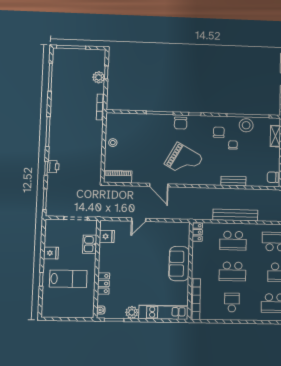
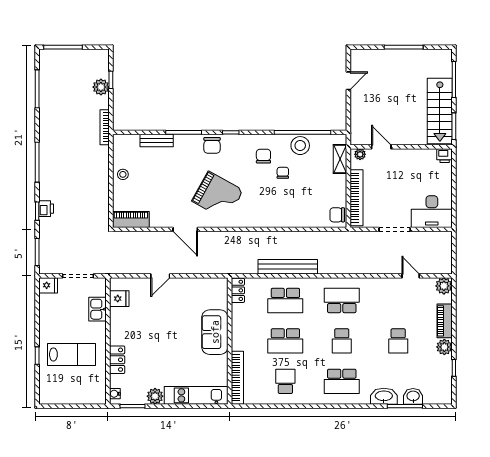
bench: (233, 181) -> (157, 141), moved
fridge: (51, 253) -> (48, 285), moved

